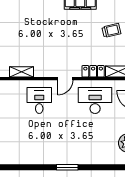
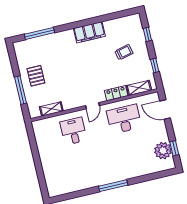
pallet: (14, 33) -> (36, 76), added
window: (67, 167) -> (113, 186), width x1.44

